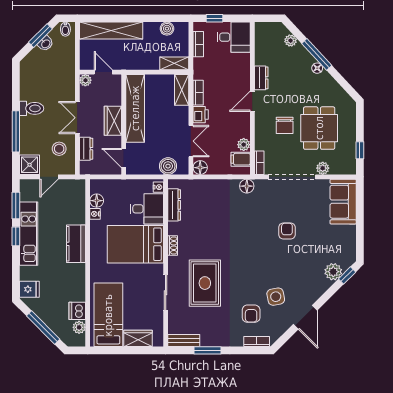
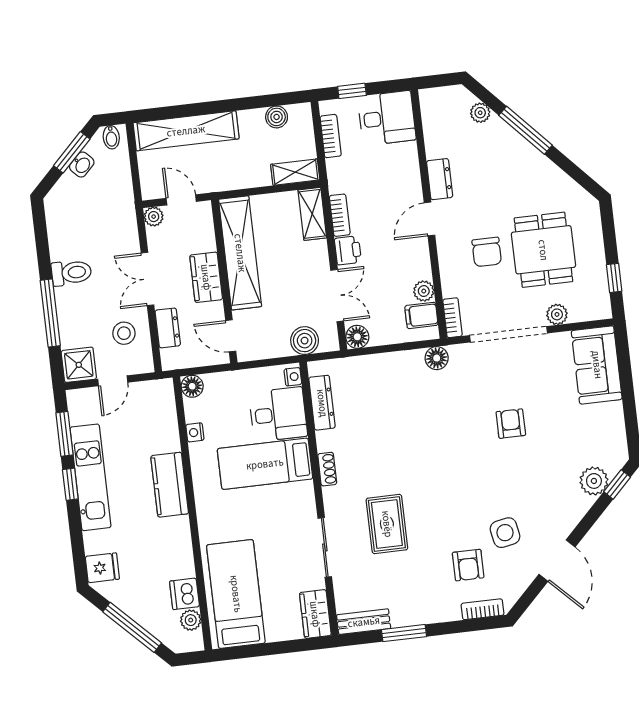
floor lamp: (317, 68) -> (529, 152), removed
floor lamp: (97, 201) -> (192, 386), moved
bed: (135, 244) -> (265, 464), width x0.67
rug: (205, 283) -> (387, 524), width x0.73, depth x0.70
wardrobe: (138, 338) -> (315, 614), moved, turned -90

